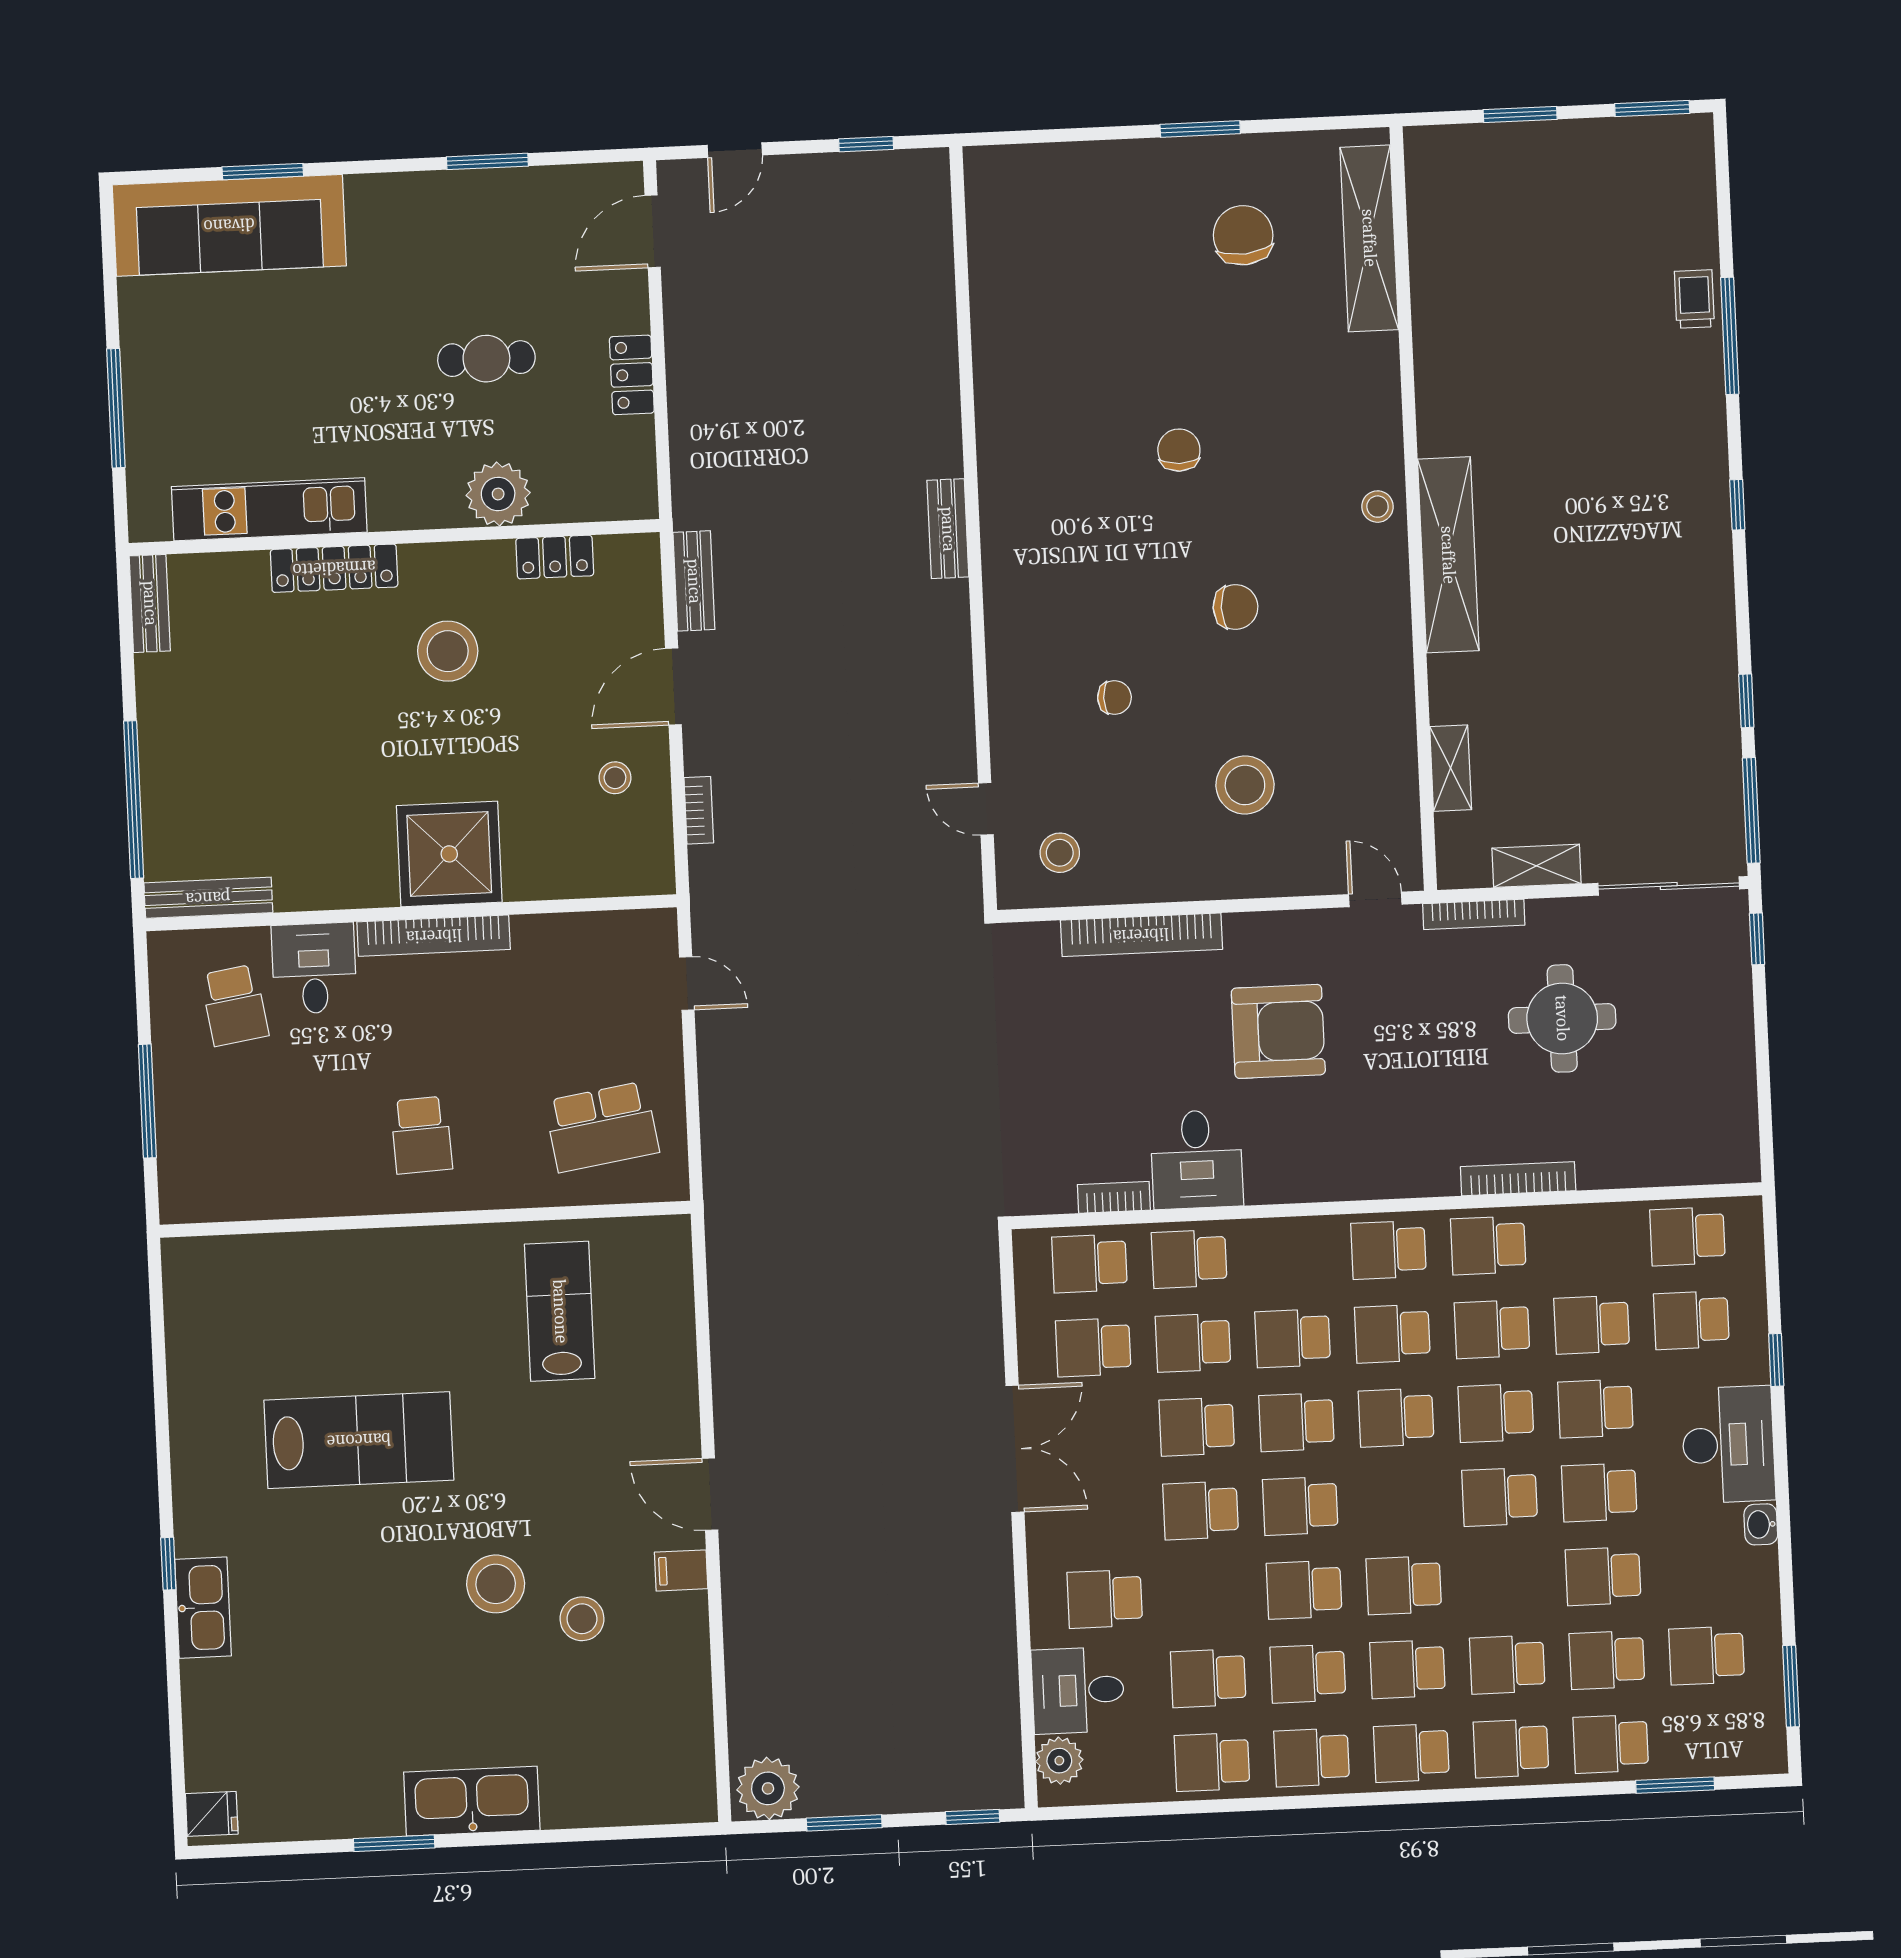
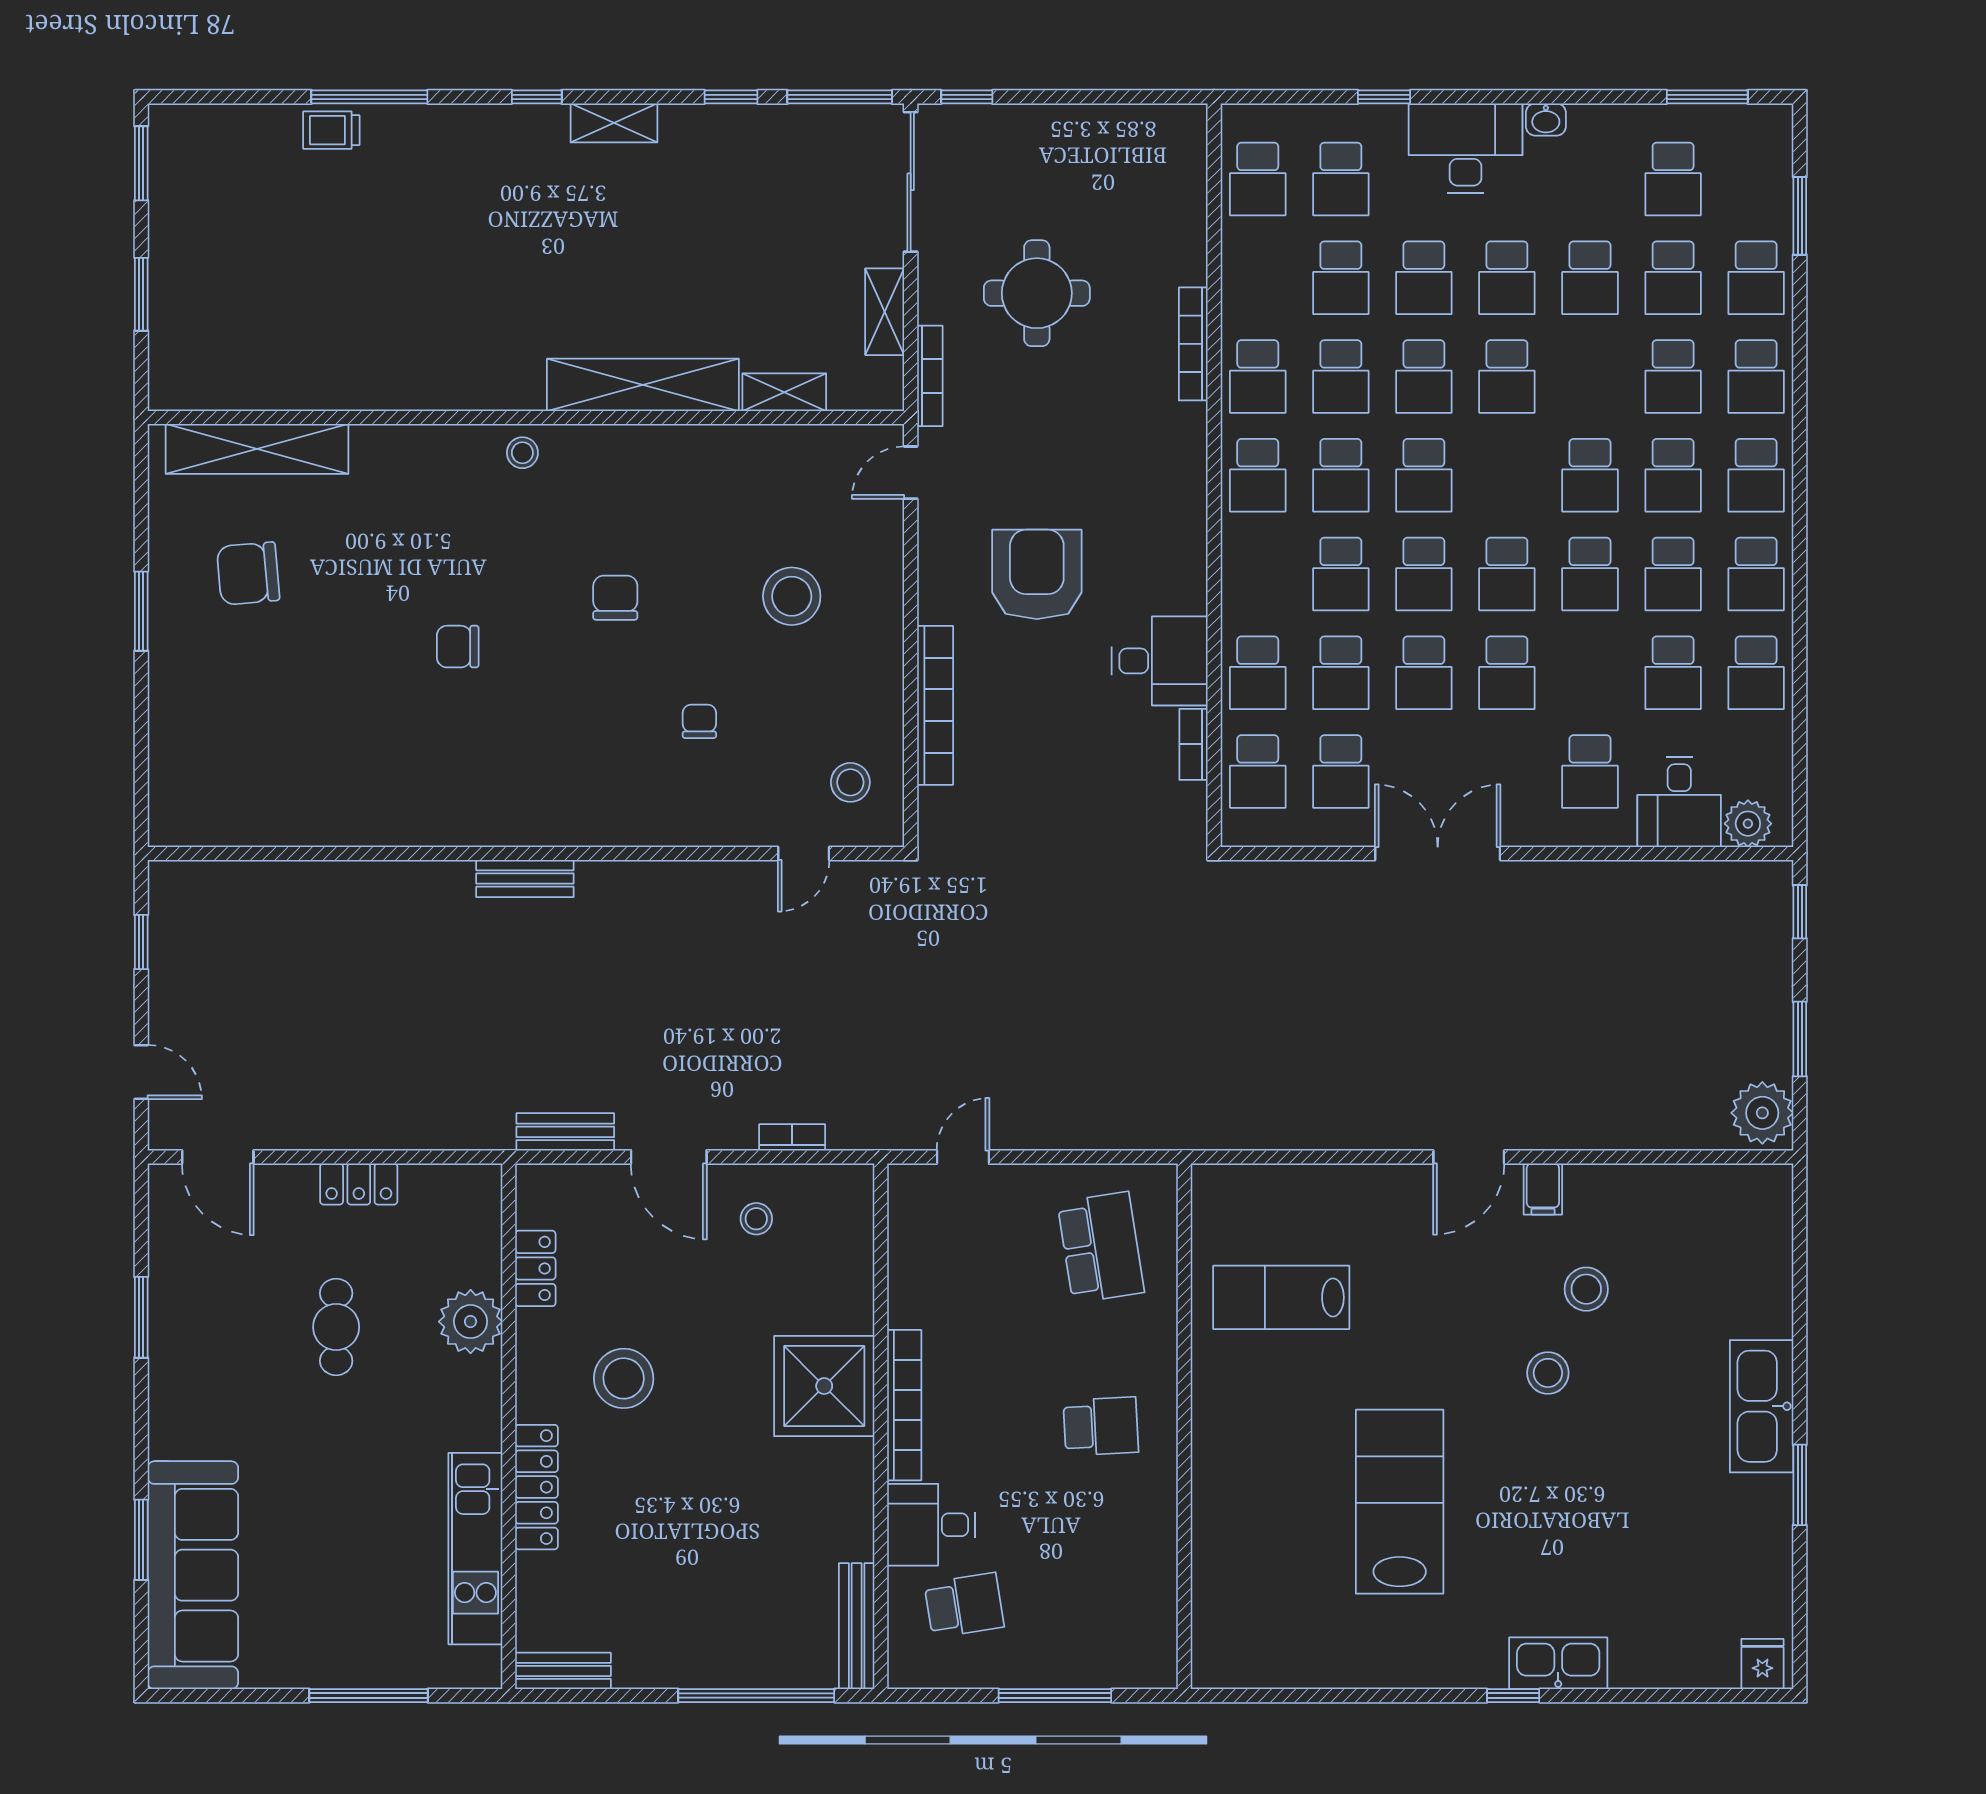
shelving: (1448, 555) -> (643, 385), moved
shelving: (1715, 584) -> (614, 123), added
stool: (496, 1584) -> (1548, 1373), width x0.73, depth x0.73

